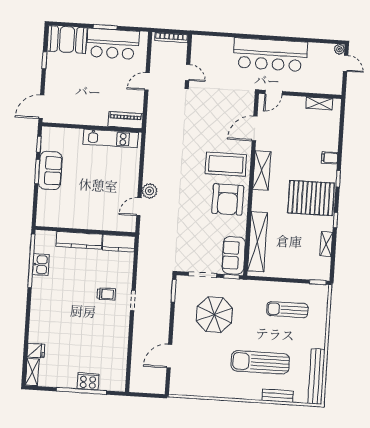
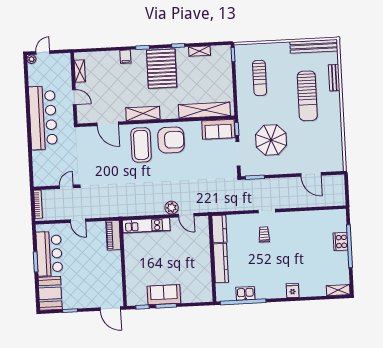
door: (274, 93) -> (74, 97), moved
kitchen unit: (111, 138) -> (146, 226), moved, turned 90
fridge: (36, 351) -> (293, 290), moved

